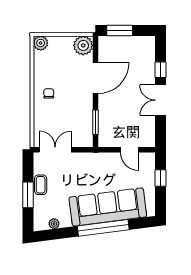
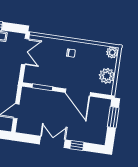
plant: (83, 45) -> (107, 76), moved

